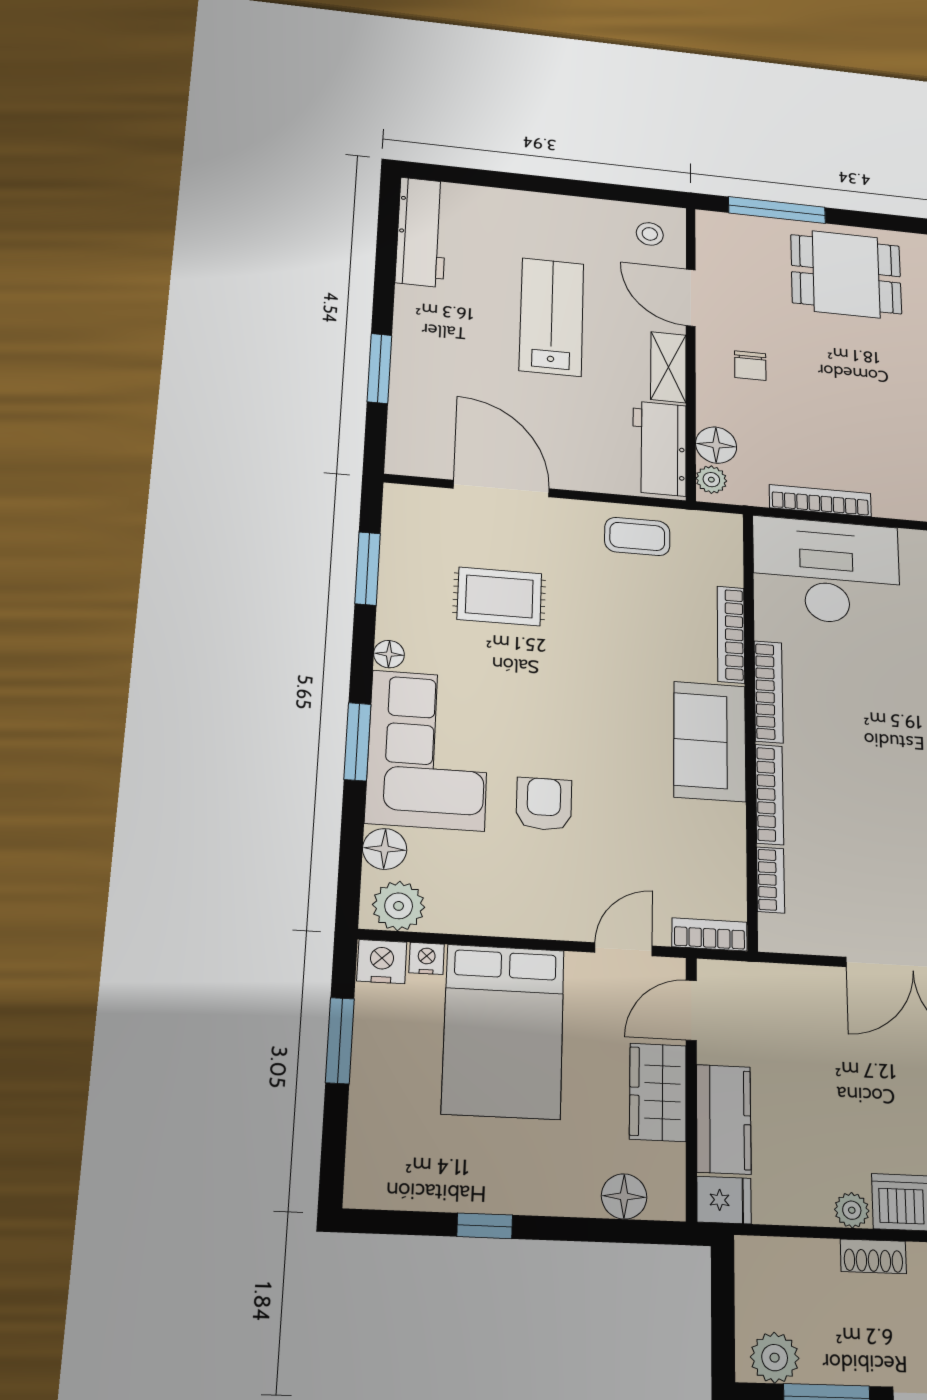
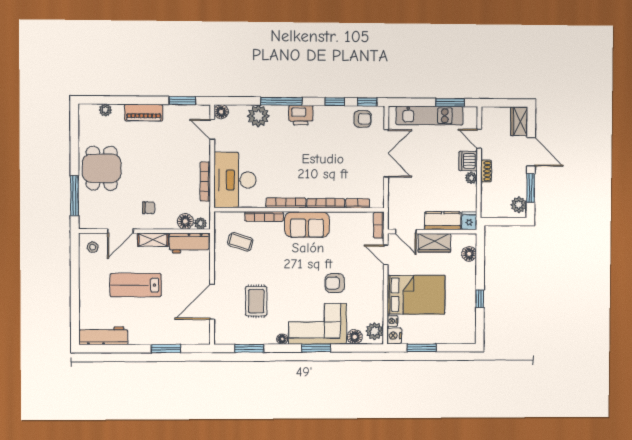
coffee table: (637, 536) -> (240, 242), moved, turned -73

